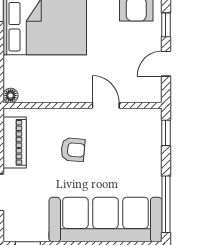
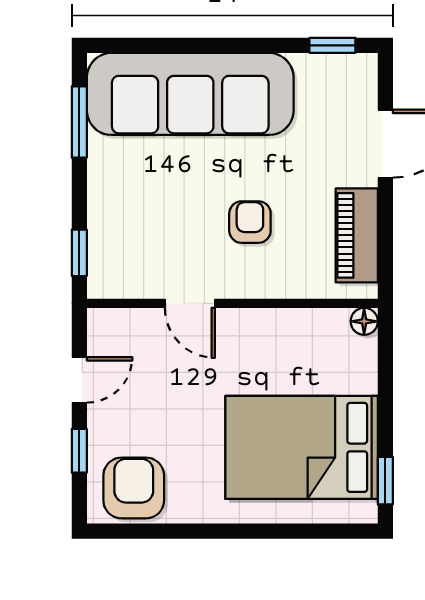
armchair: (73, 150) -> (250, 222), turned 85
window: (166, 204) -> (79, 122), width x0.69

